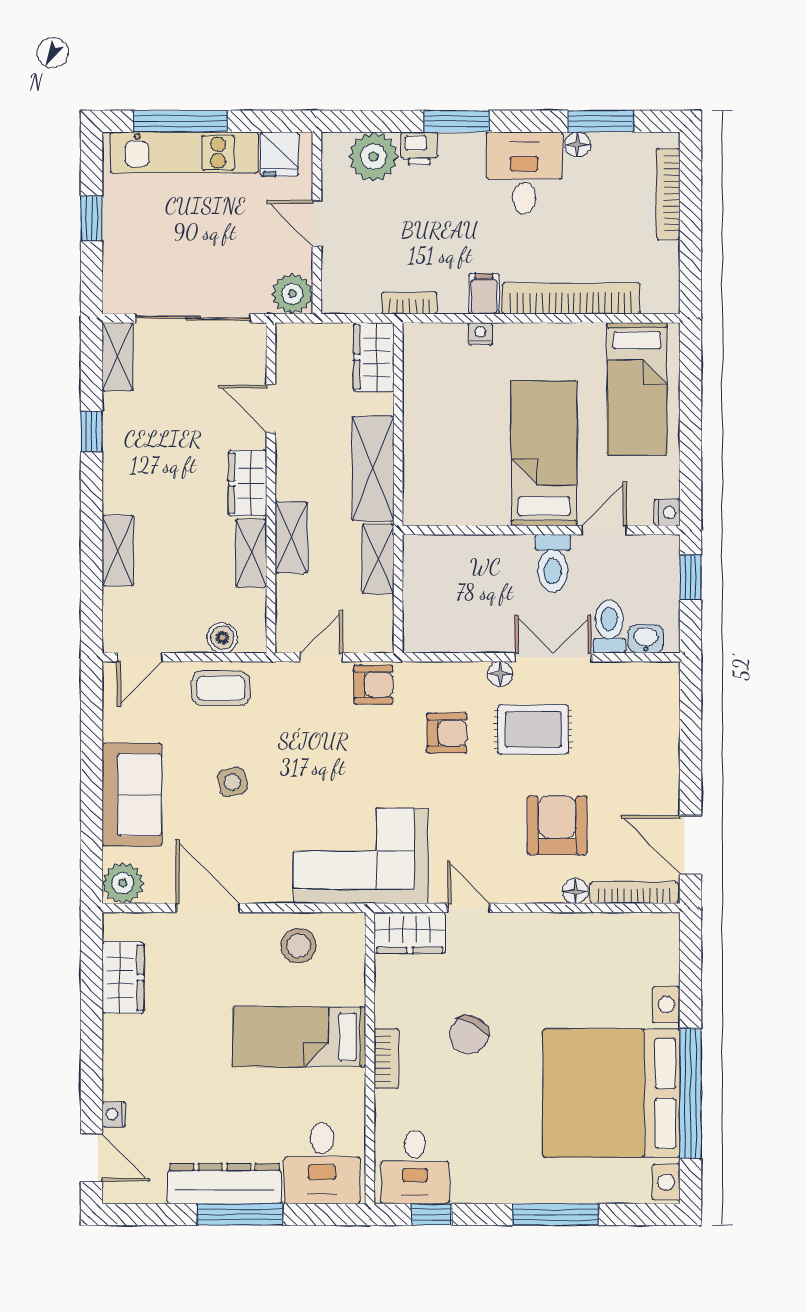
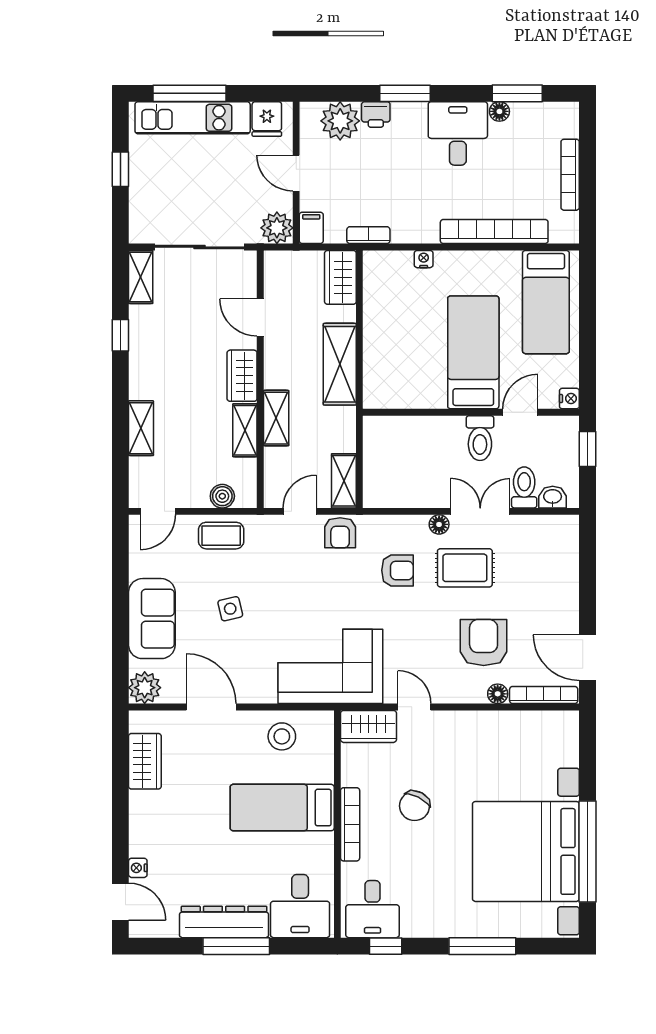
bookcase: (668, 194) -> (570, 175), moved
filing cabinet: (484, 294) -> (311, 228), moved
shelving: (378, 559) -> (344, 481), moved
armchair: (373, 685) -> (340, 533), turned 90
bookcase: (386, 1058) -> (350, 824), width x1.56

